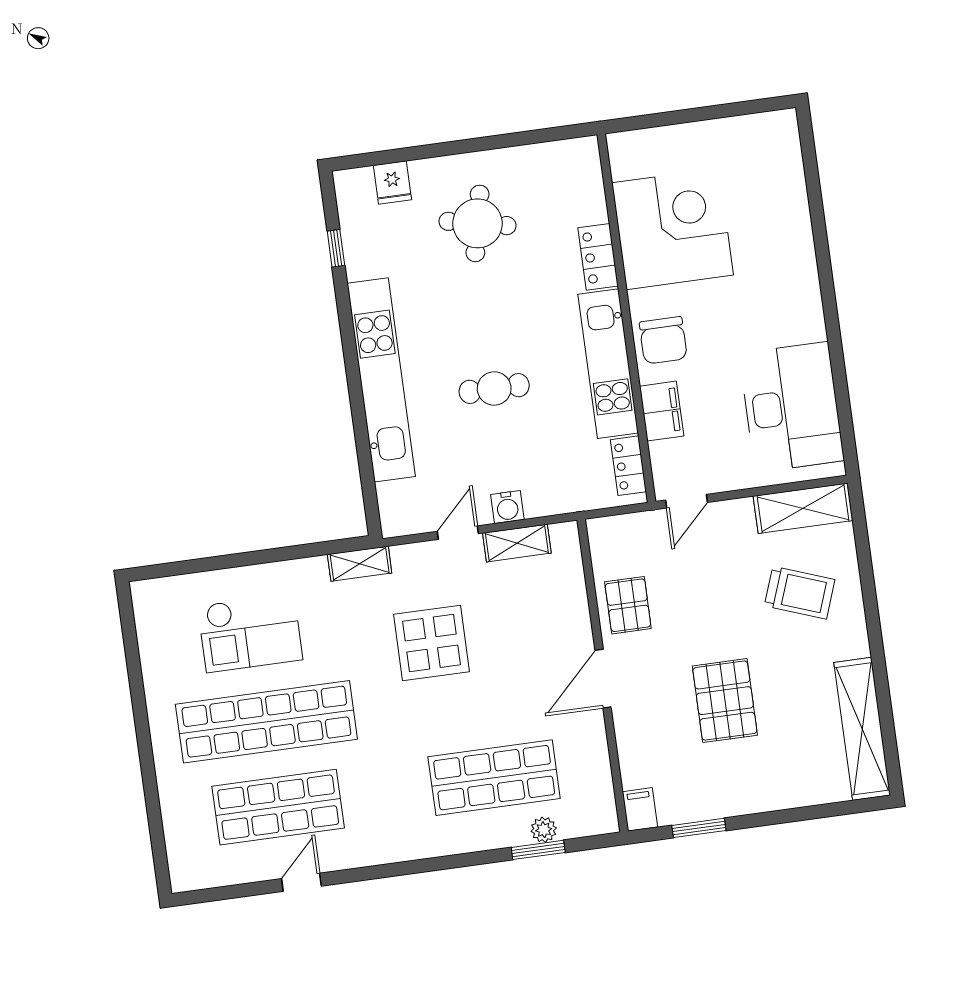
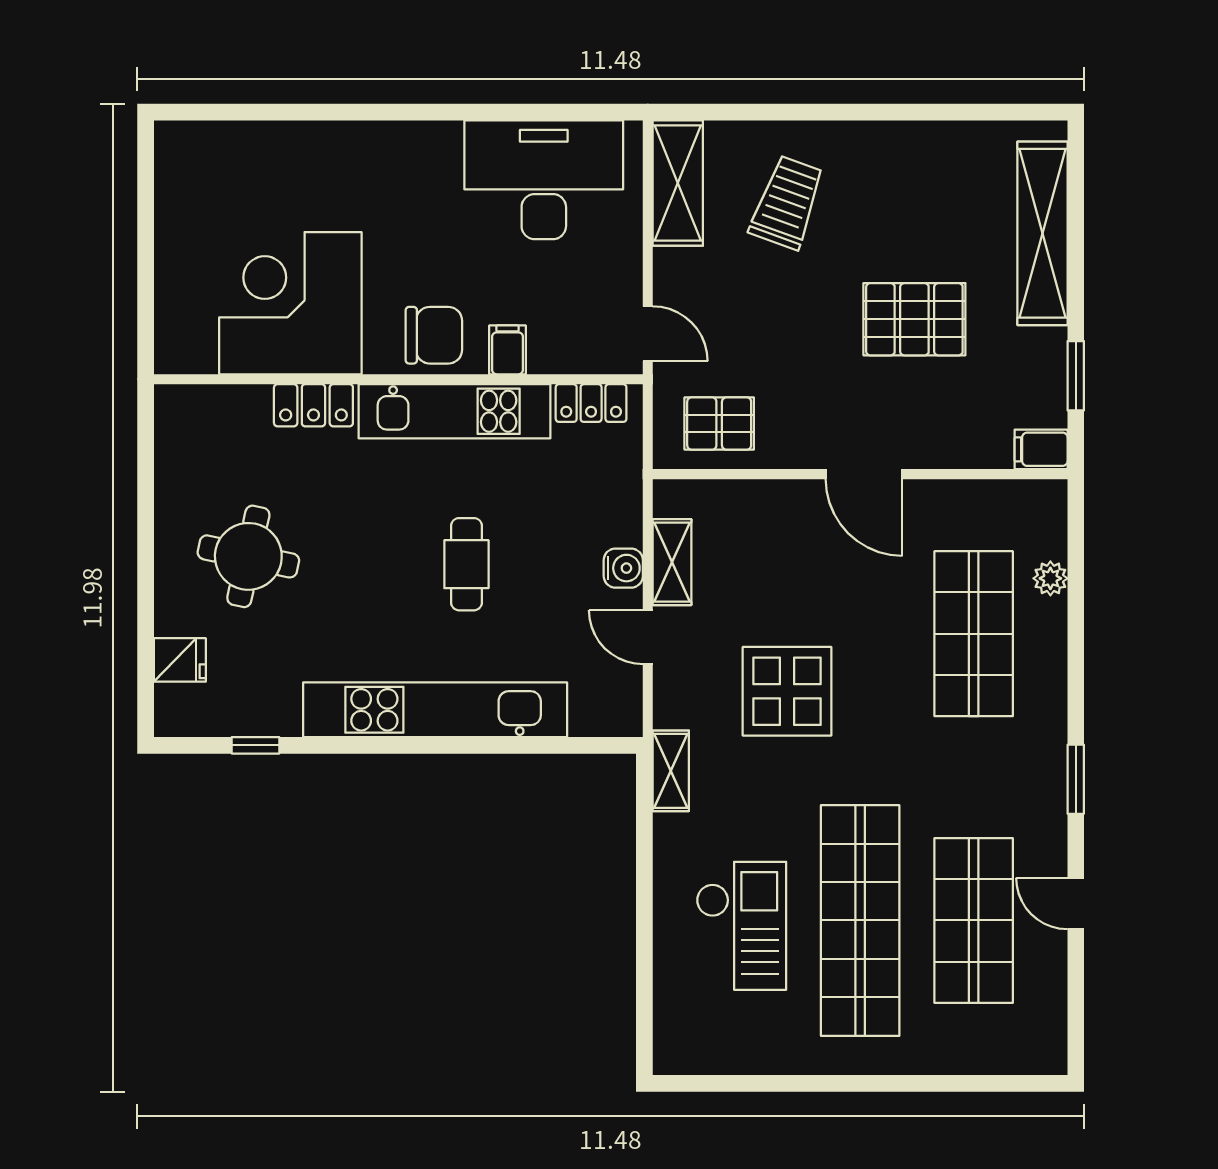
filing cabinet: (662, 411) -> (508, 350), width x0.50
pallet: (628, 605) -> (719, 424), moved
shelving: (862, 729) -> (1042, 233), moved, turned 90
window: (538, 850) -> (1076, 779), moved

